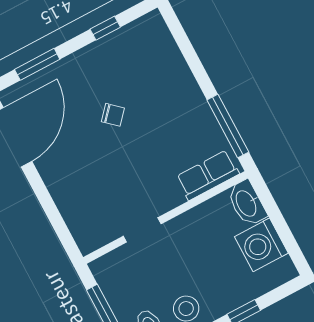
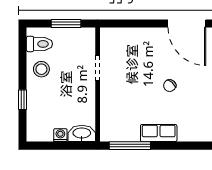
row of seats: (208, 175) -> (159, 133), moved, turned -90
washing machine: (261, 245) -> (60, 135), width x0.53, depth x0.53

